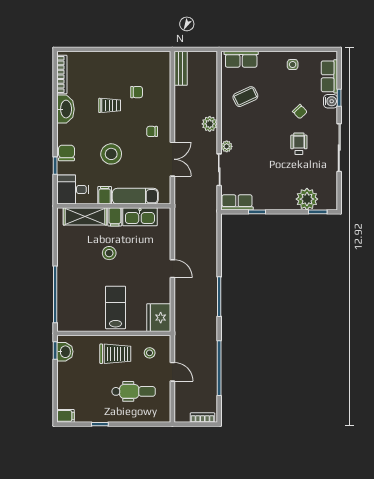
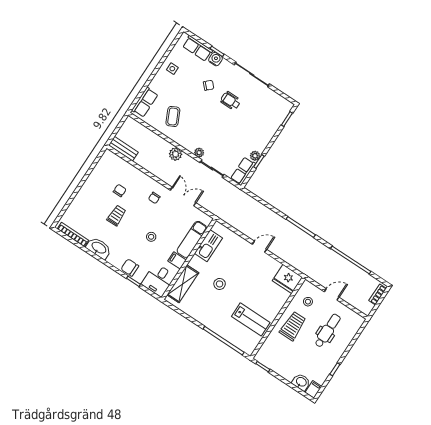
stool: (111, 154) -> (151, 237), width x0.53, depth x0.53
plant: (307, 199) -> (255, 156), moved, width x0.53, depth x0.53
filing cabinet: (115, 217) -> (197, 263), removed
lab bench: (116, 307) -> (251, 319), moved, turned 180
washbasin: (65, 352) -> (301, 382), moved

